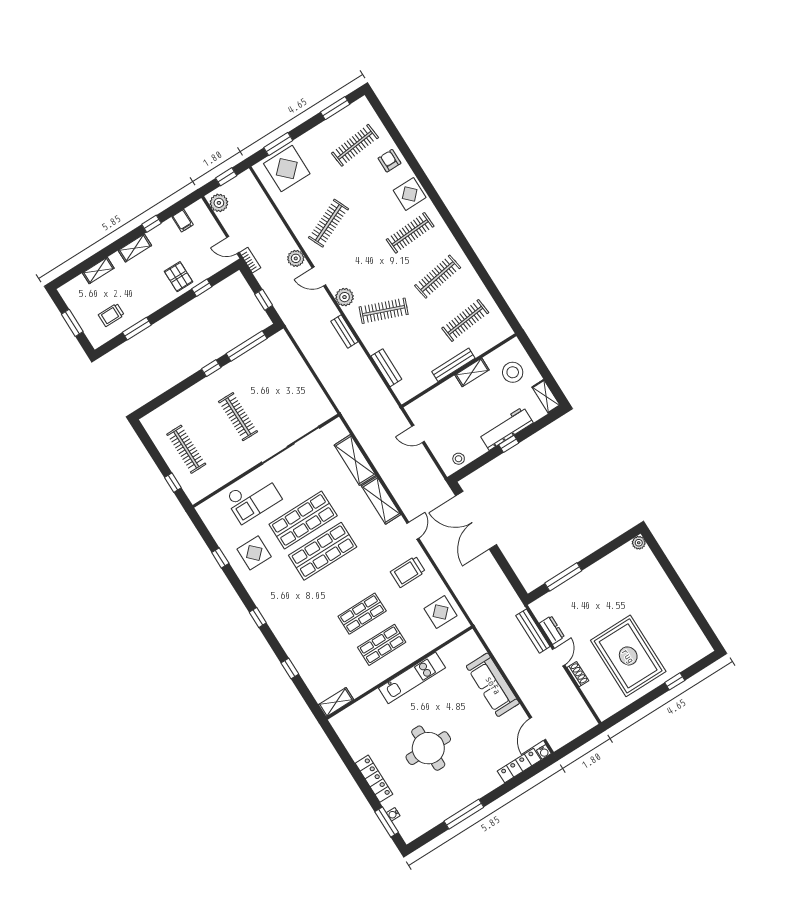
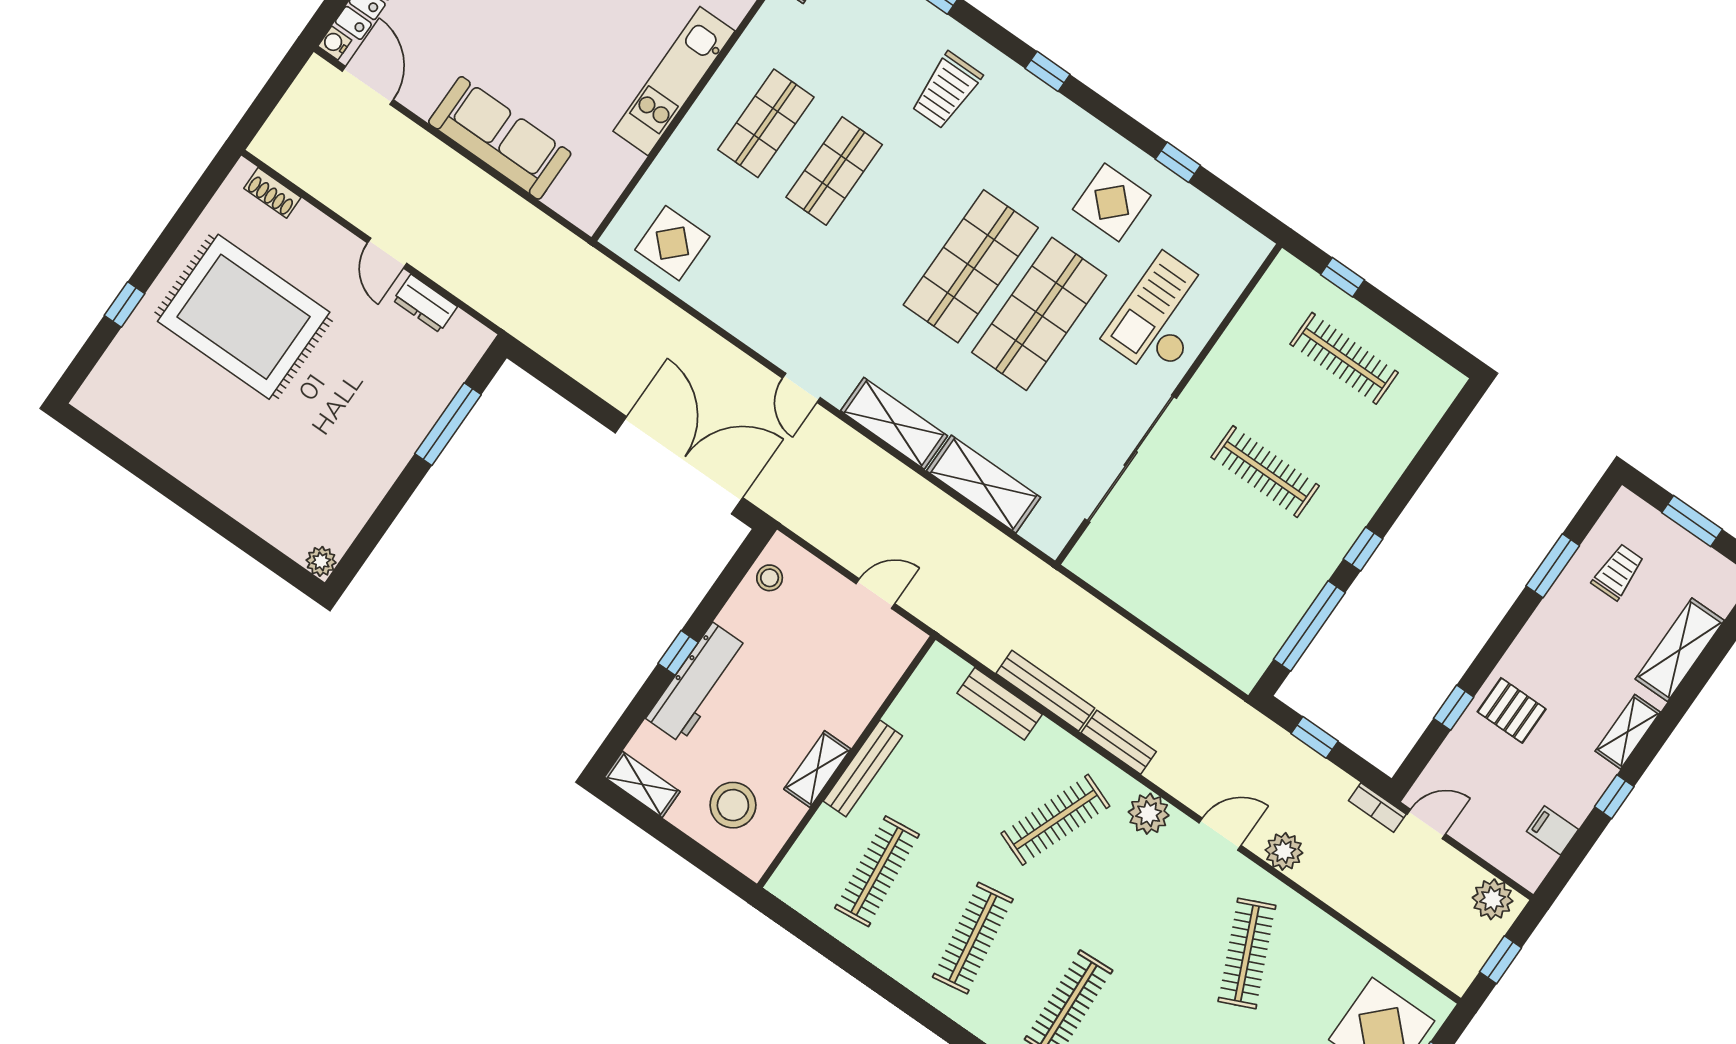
shelving: (98, 271) -> (1680, 650), width x1.50, depth x1.33
trolley: (408, 572) -> (946, 90), moved, turned 180
bench: (533, 631) -> (1045, 691), moved
shoe rack: (578, 674) -> (272, 193), moved

